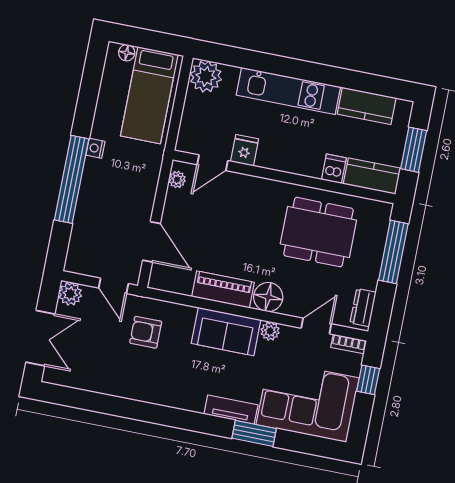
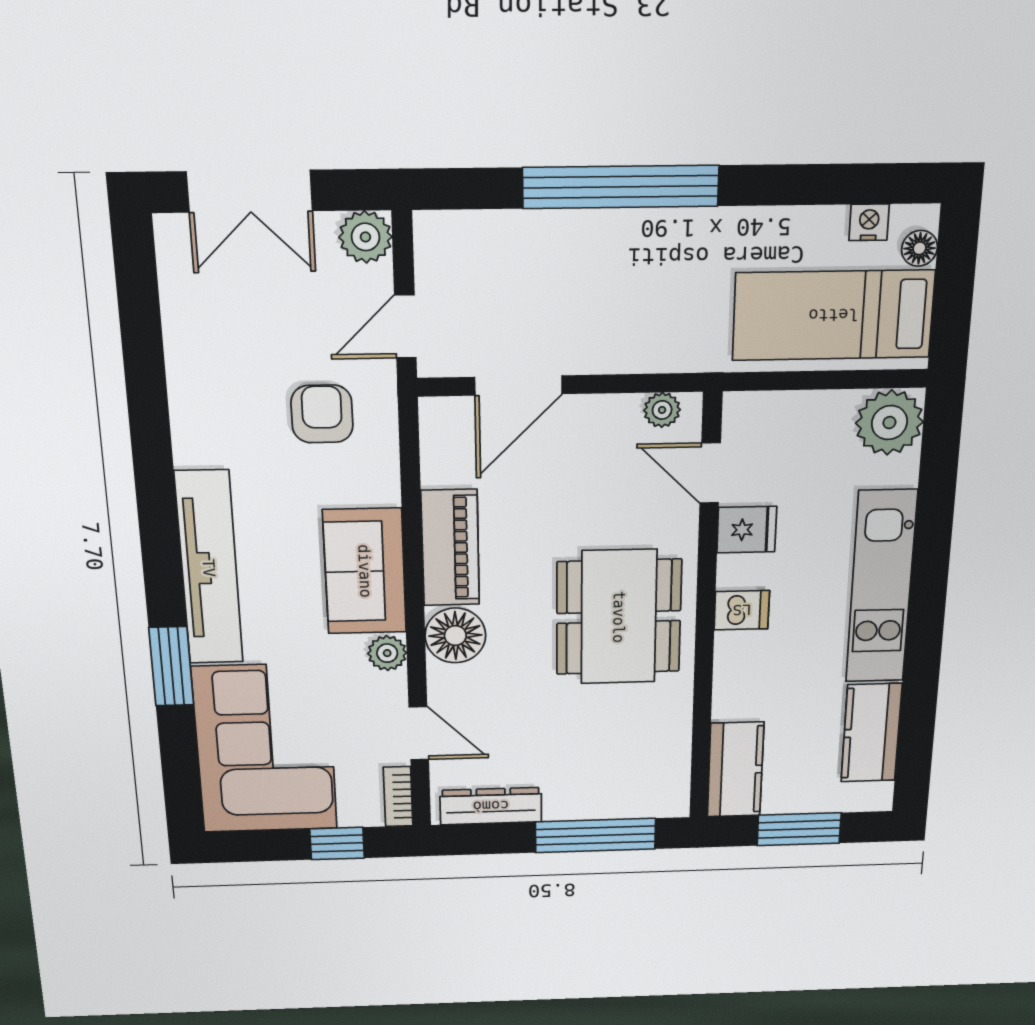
nightstand: (95, 148) -> (869, 222), moved
dishwasher: (334, 169) -> (742, 610), moved
dining table: (318, 232) -> (619, 617), moved
dresser: (363, 308) -> (491, 806), width x1.44
tv unit: (231, 410) -> (209, 568), width x1.92, depth x1.29

